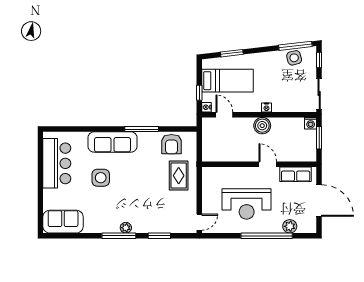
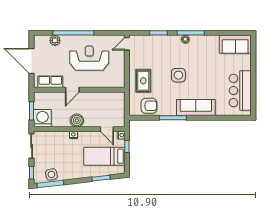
washing machine: (311, 123) -> (42, 118), width x1.89, depth x1.89
armchair: (172, 144) -> (149, 106), turned 90
door: (268, 164) -> (72, 90), hinge flipped
side table: (101, 178) -> (178, 75), moved

